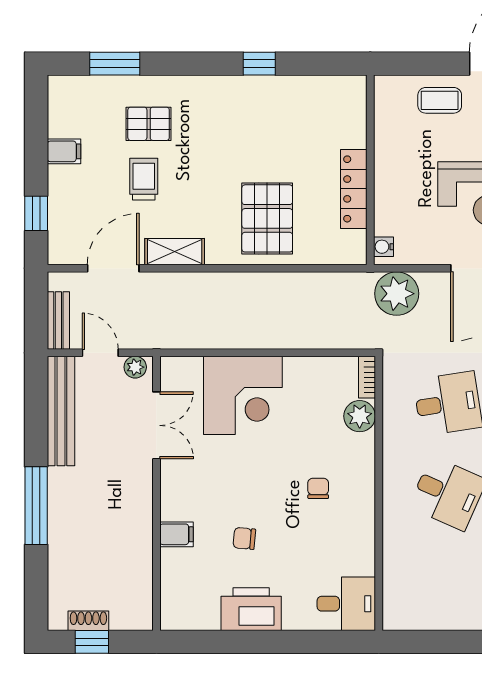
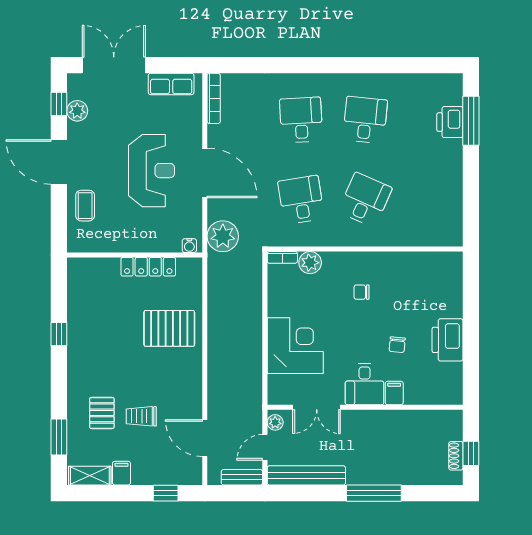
shelving: (175, 252) -> (90, 476), moved, turned 90
double door: (156, 425) -> (317, 407), swing flipped
desk: (346, 604) -> (365, 384), moved, turned 180

